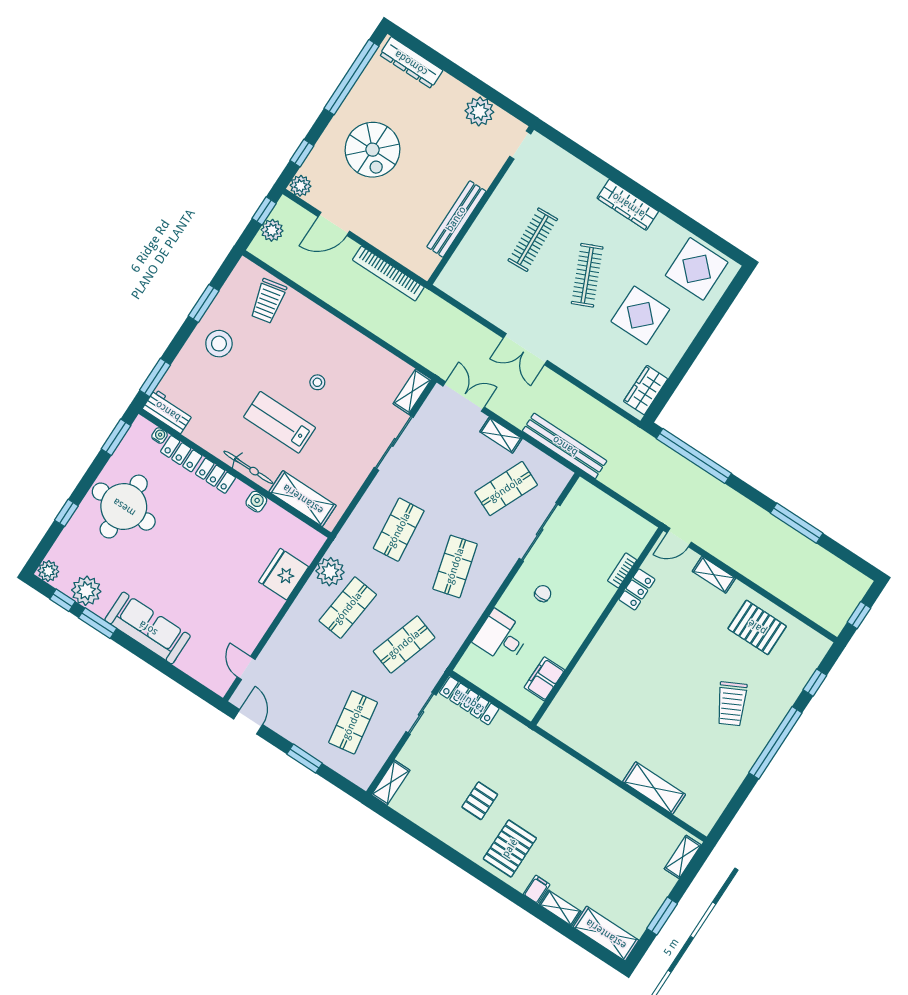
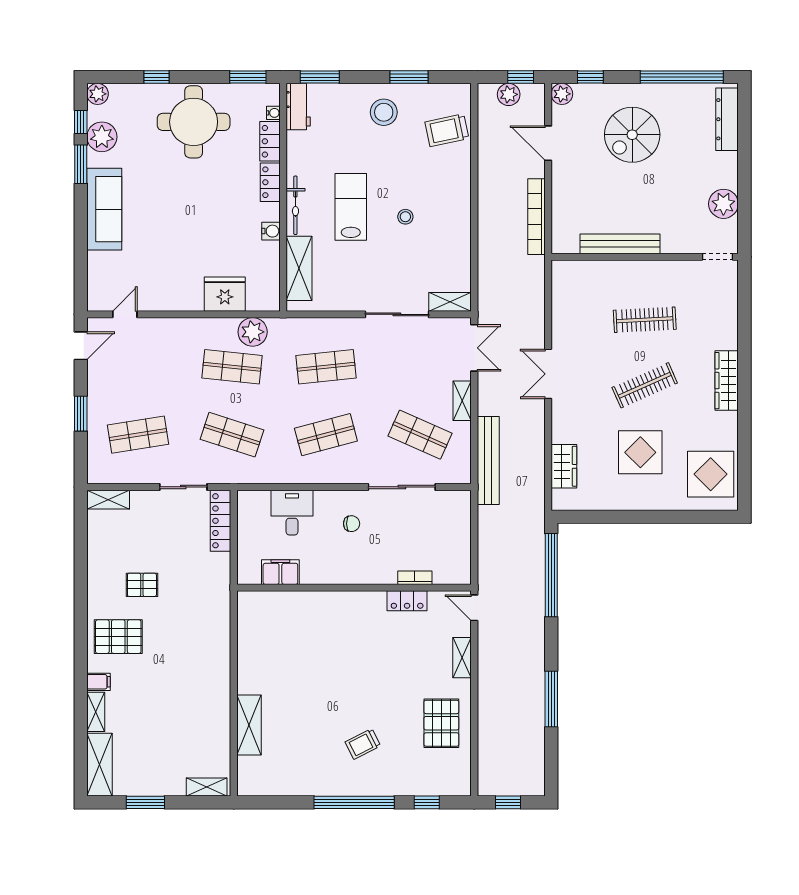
wardrobe: (646, 390) -> (564, 466), moved, turned 90
trolley: (732, 704) -> (363, 744), width x0.73, depth x0.72

